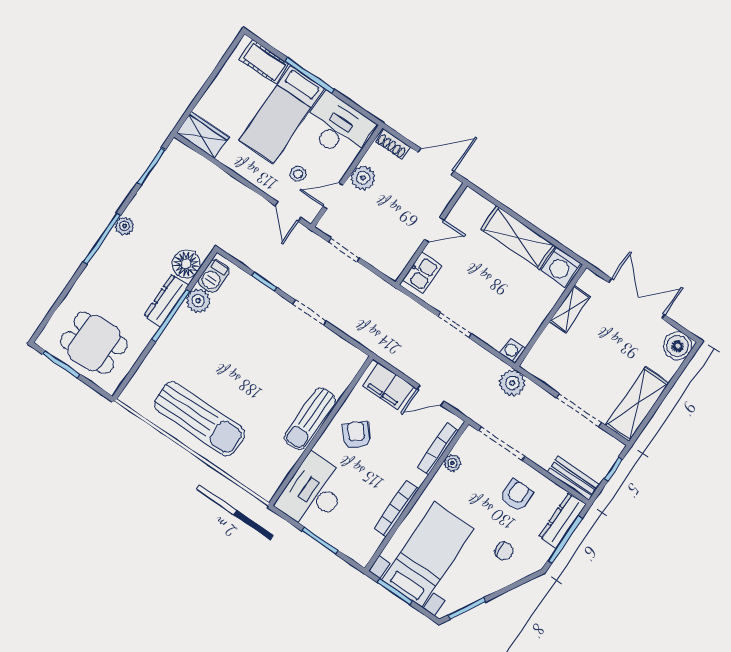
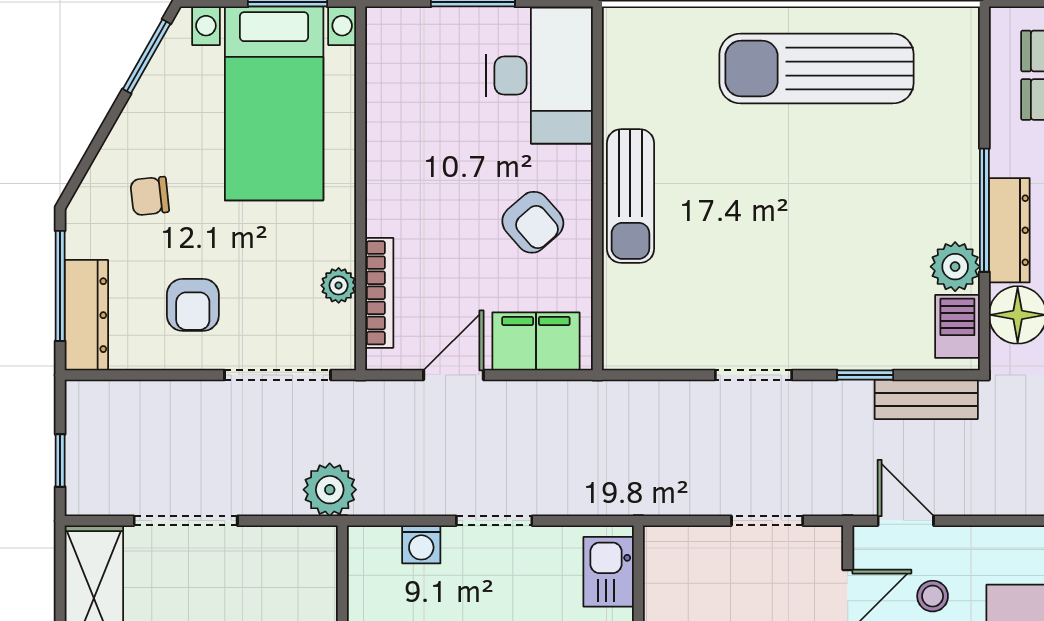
washing machine: (513, 351) -> (421, 544), moved, turned 90
sun lounger: (310, 419) -> (630, 196), turned 180
bench: (574, 478) -> (926, 399), moved
bookcase: (396, 509) -> (381, 144), removed

